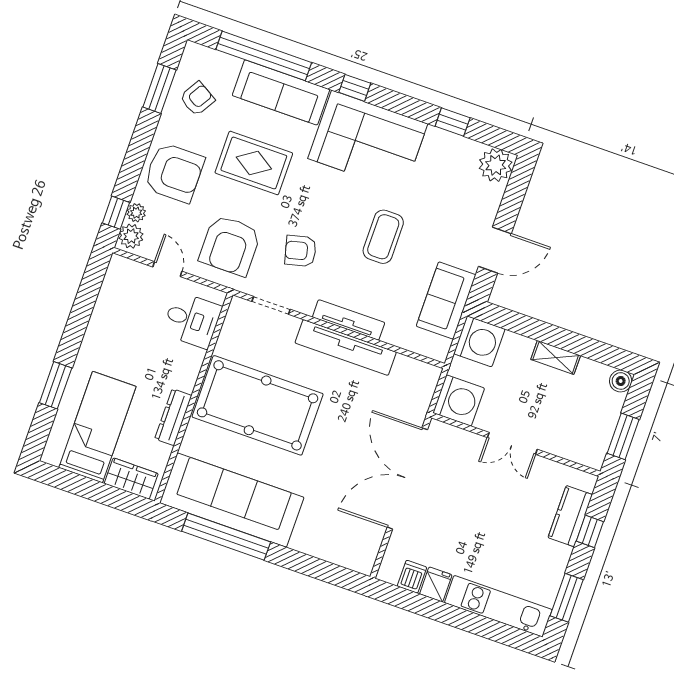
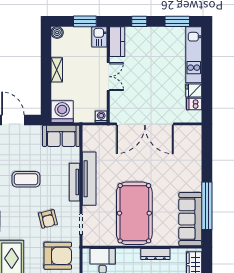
sofa: (446, 300) -> (61, 136), moved
washing machine: (459, 400) -> (101, 117), width x0.53, depth x0.53
kitchen sink: (587, 452) -> (99, 37), added
sofa: (232, 500) -> (190, 219), width x0.74, depth x0.79
kitchen counter: (570, 516) -> (117, 42), moved, turned -90

